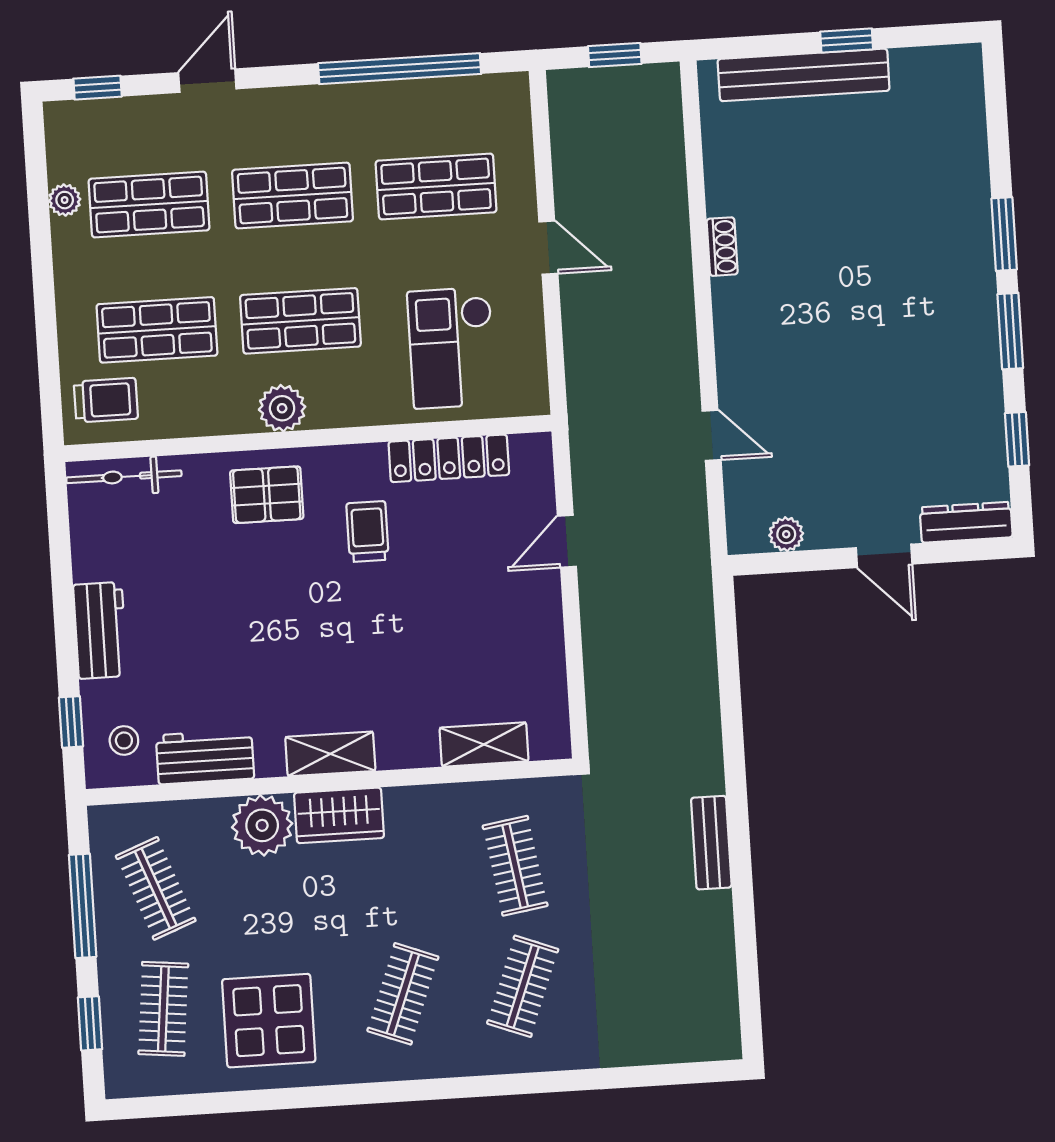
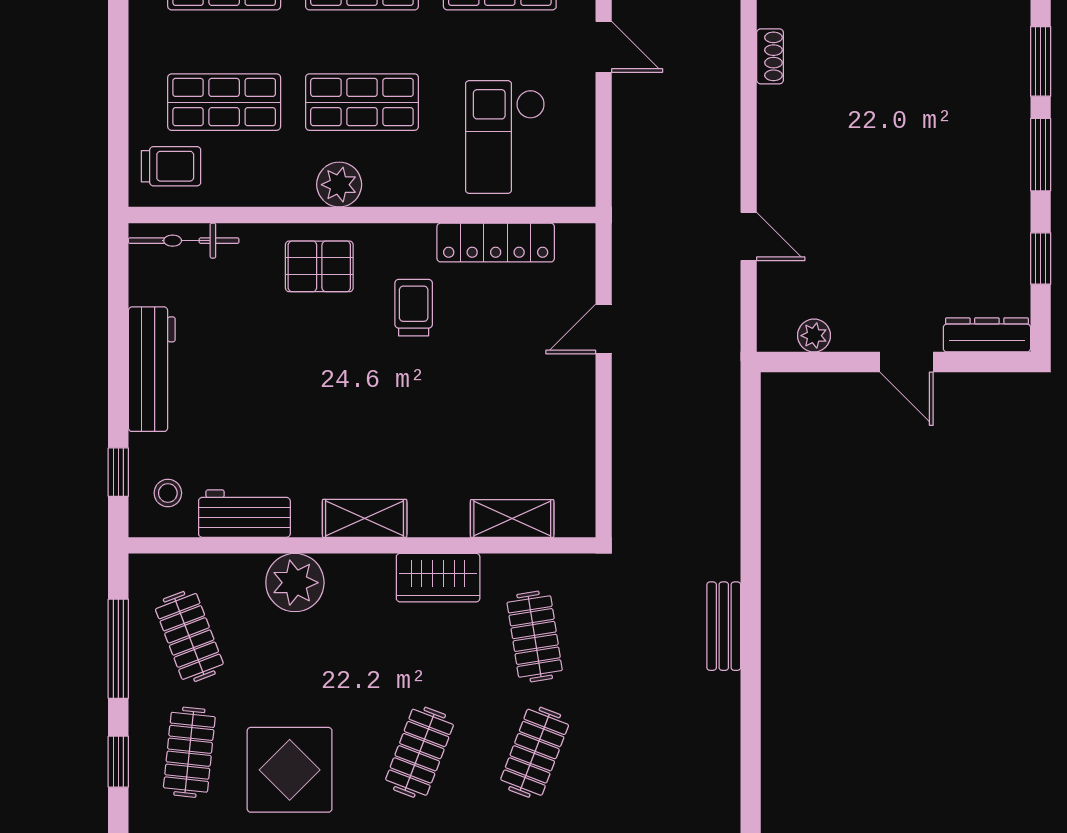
workbench: (100, 630) -> (152, 369), width x1.38
wardrobe: (339, 815) -> (438, 578), moved

